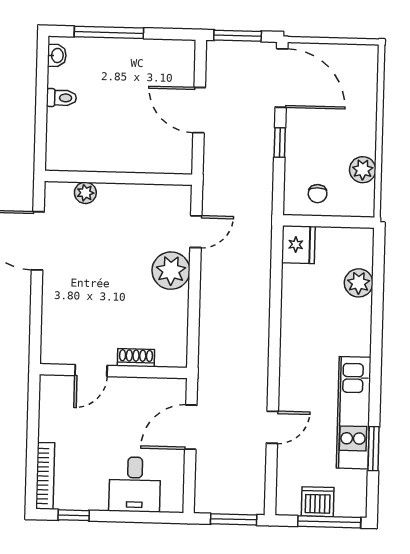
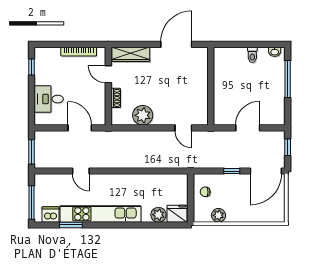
window: (238, 36) -> (288, 147), width x0.67
plant: (85, 193) -> (202, 69), removed
fridge: (298, 245) -> (177, 214), moved, turned 180
plant: (171, 271) -> (143, 115), moved
wardrobe: (54, 327) -> (131, 54), added
kitchen unit: (354, 413) -> (100, 214), width x1.36
bookcase: (45, 476) -> (79, 52), moved
dishwasher: (318, 502) -> (51, 214), moved, turned -90

